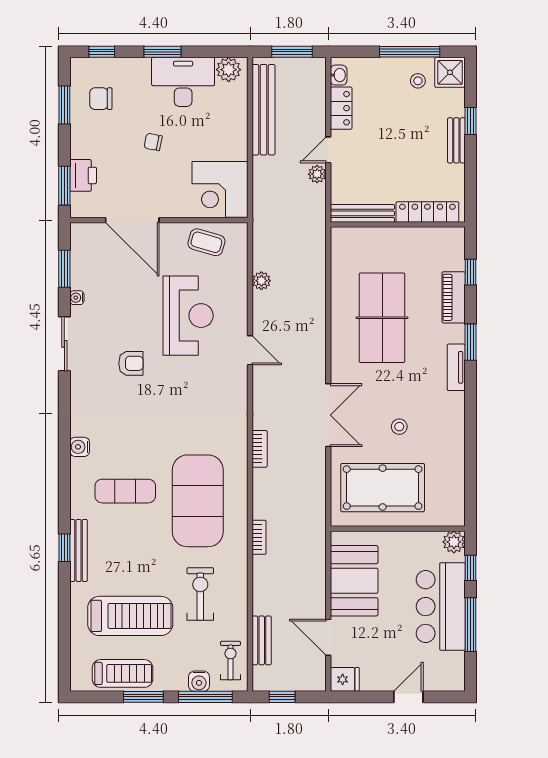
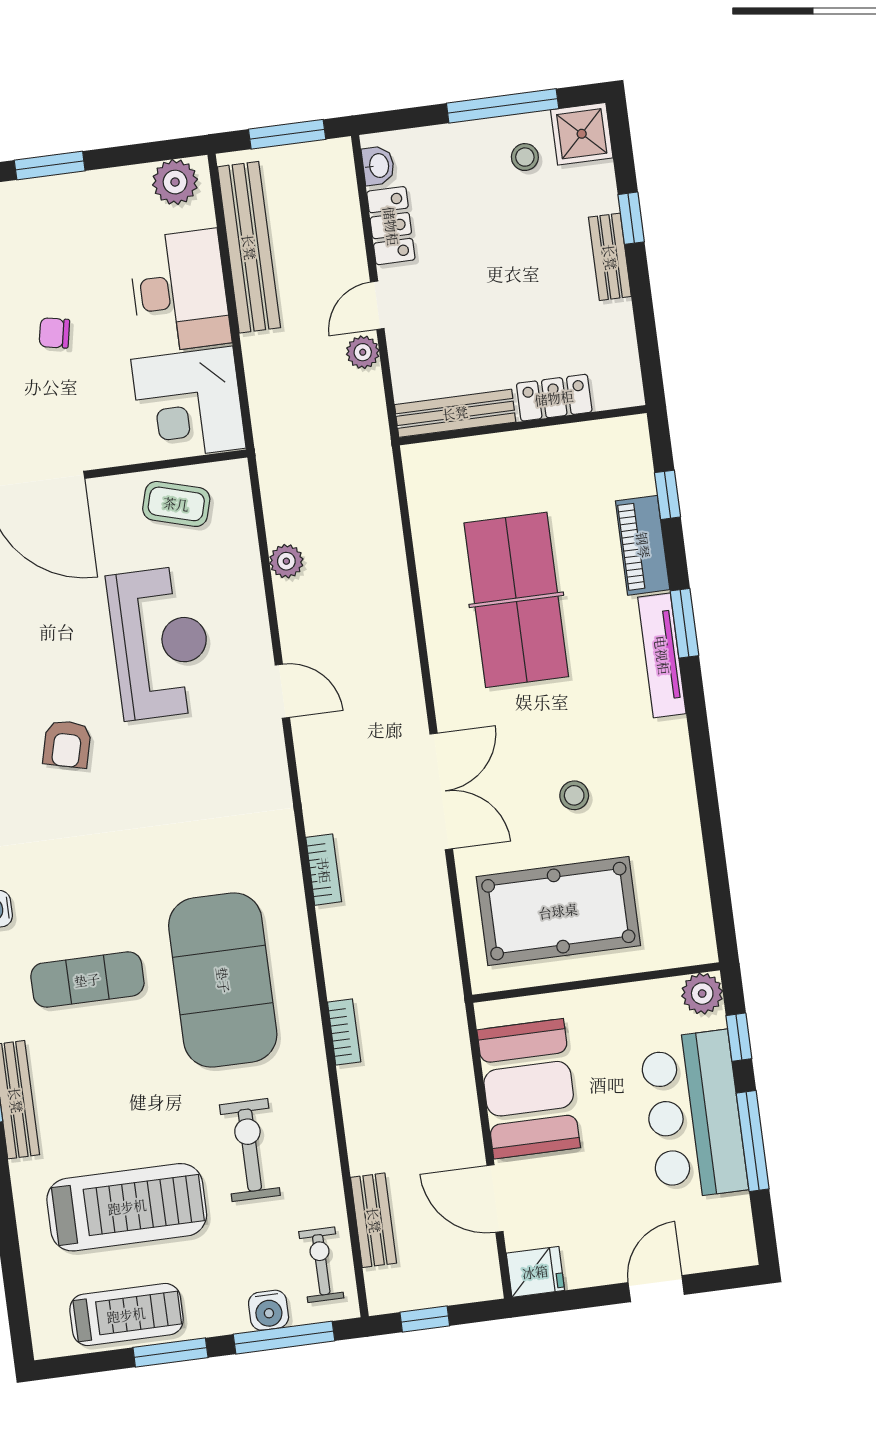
desk: (183, 82) -> (180, 291), moved, turned 90
locker: (427, 212) -> (554, 398), width x0.66
armchair: (131, 363) -> (67, 744), turned 104
tv unit: (456, 367) -> (662, 655), width x1.41

